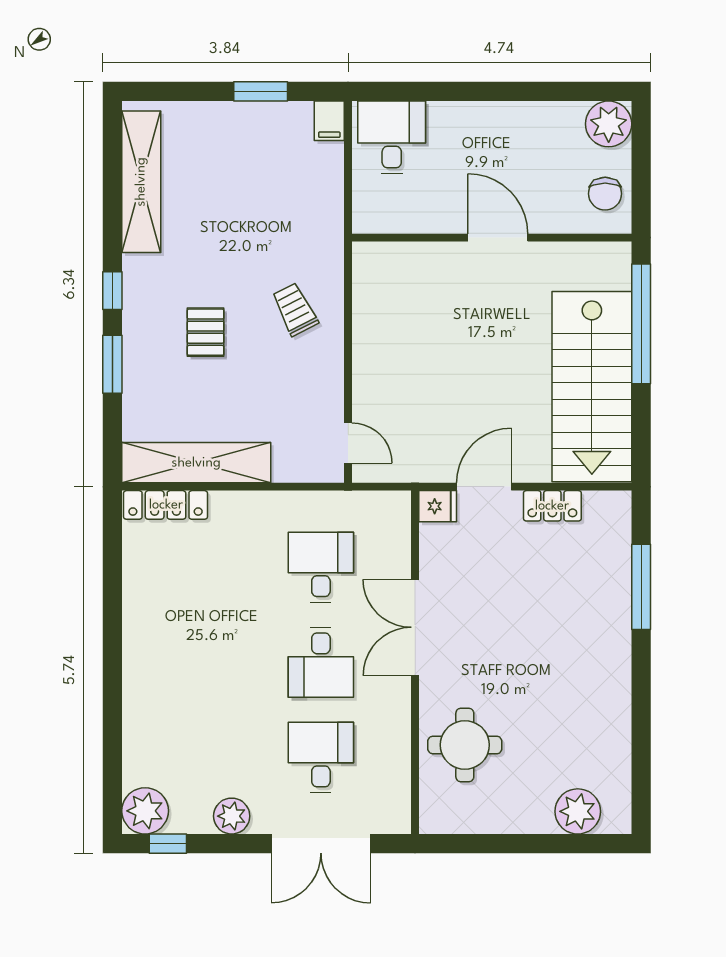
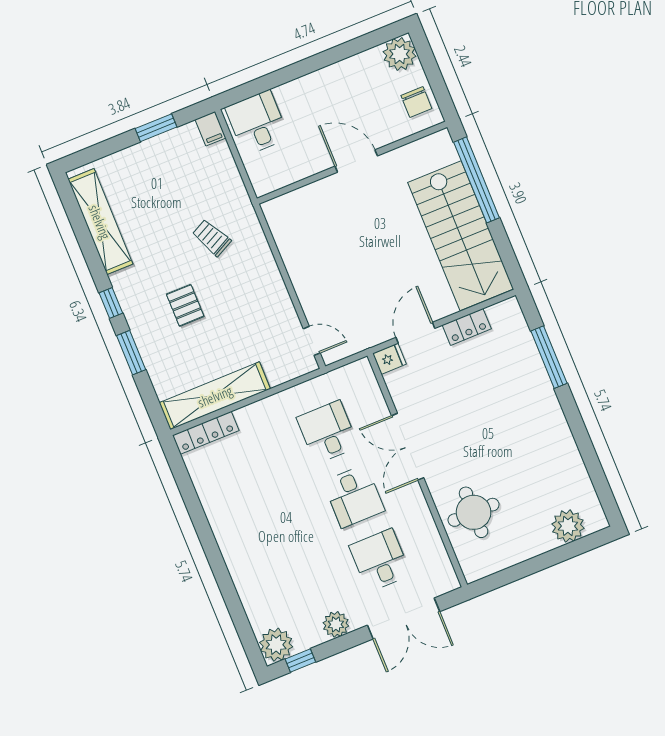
trolley: (295, 309) -> (212, 238), moved

